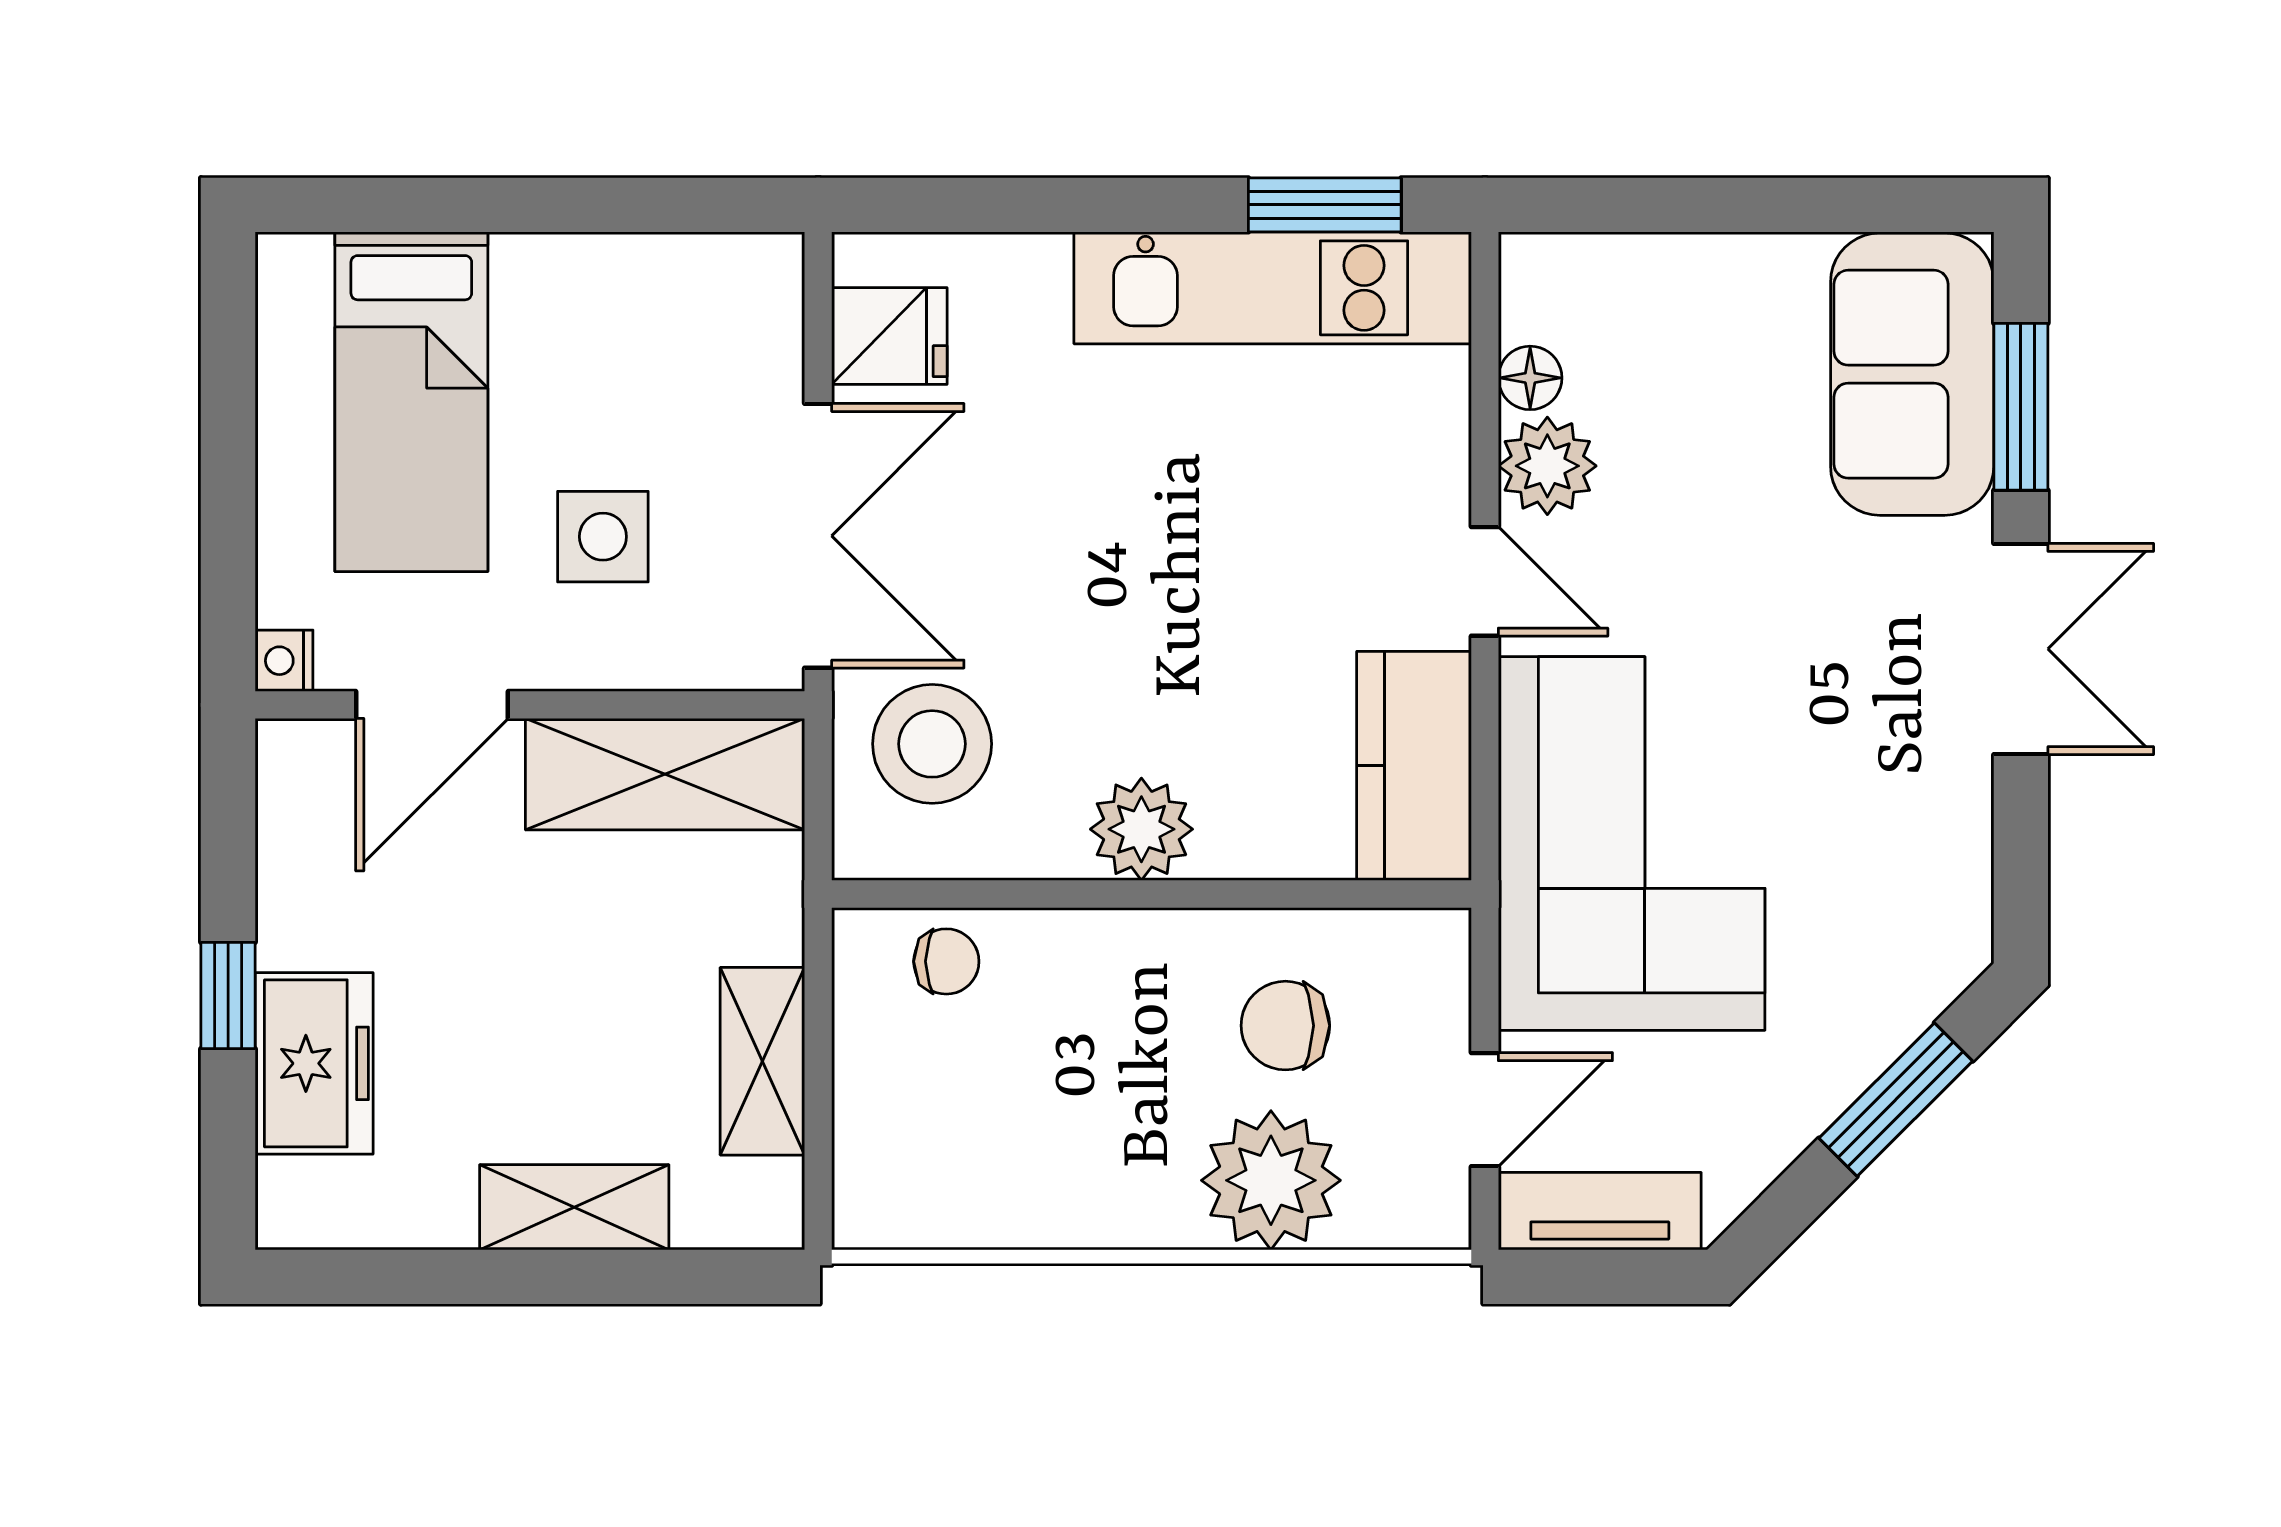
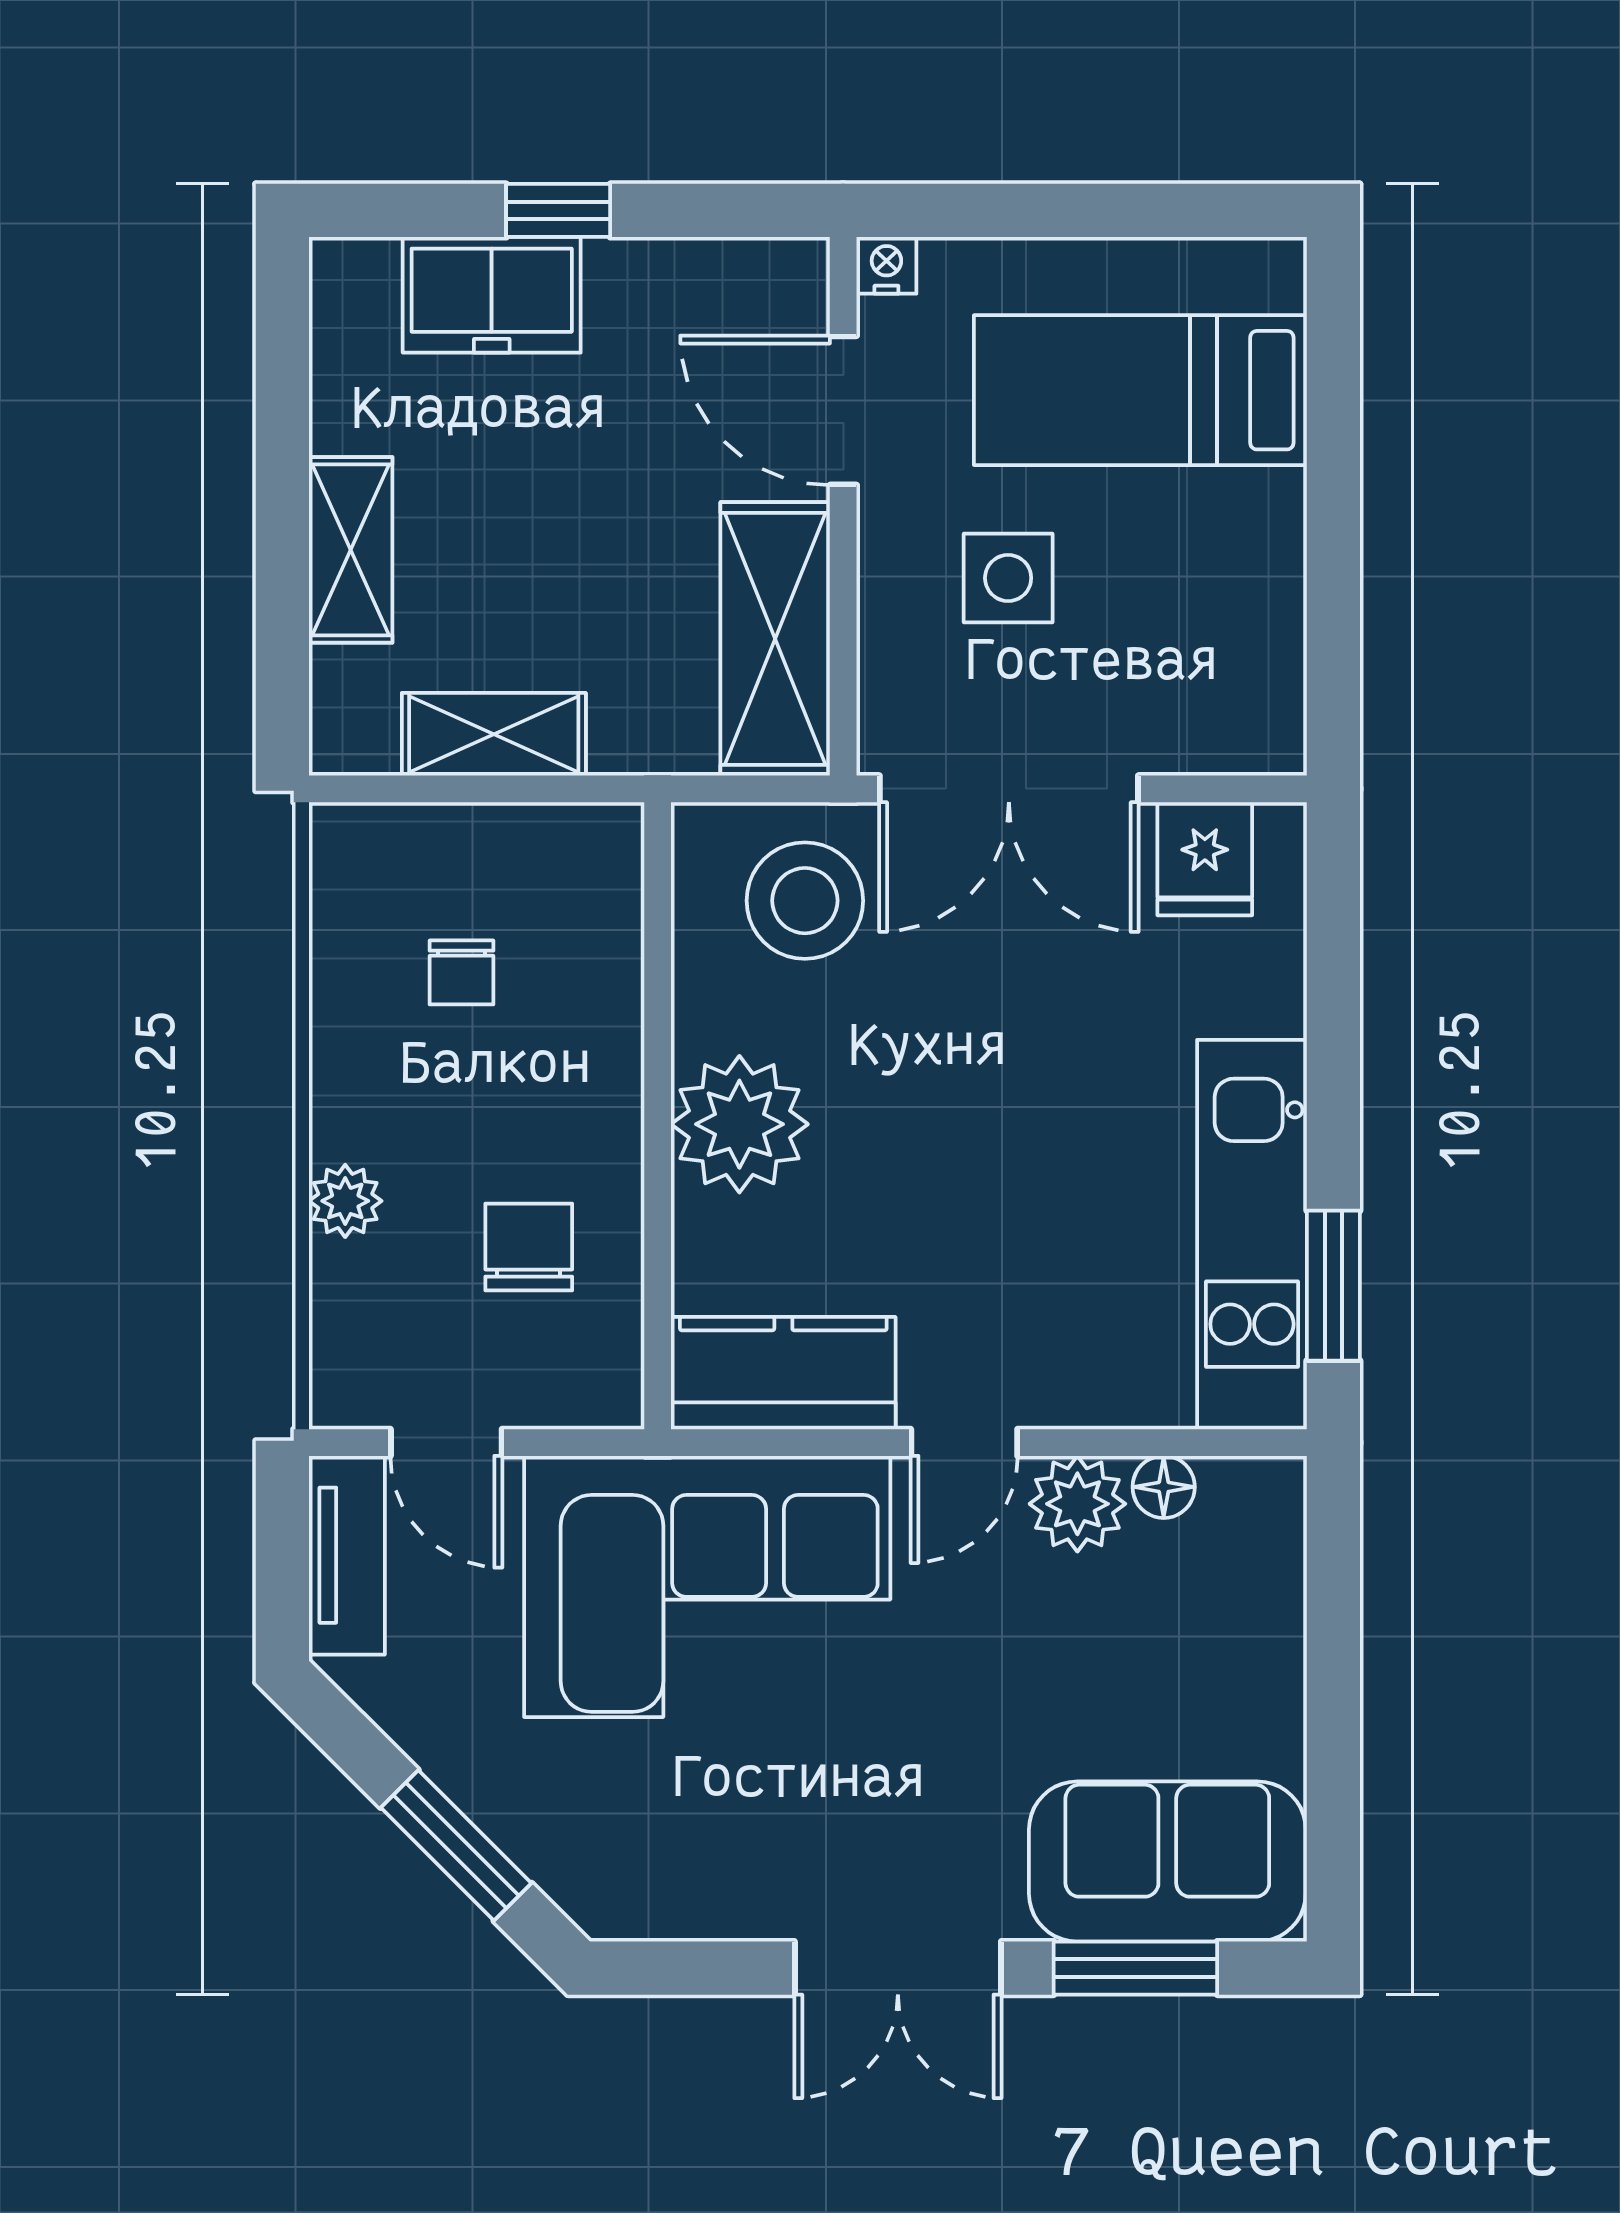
plant: (1141, 829) -> (739, 1124), width x1.36, depth x1.36
chair: (946, 961) -> (461, 972), moved
plant: (1271, 1180) -> (345, 1201), width x0.53, depth x0.53

